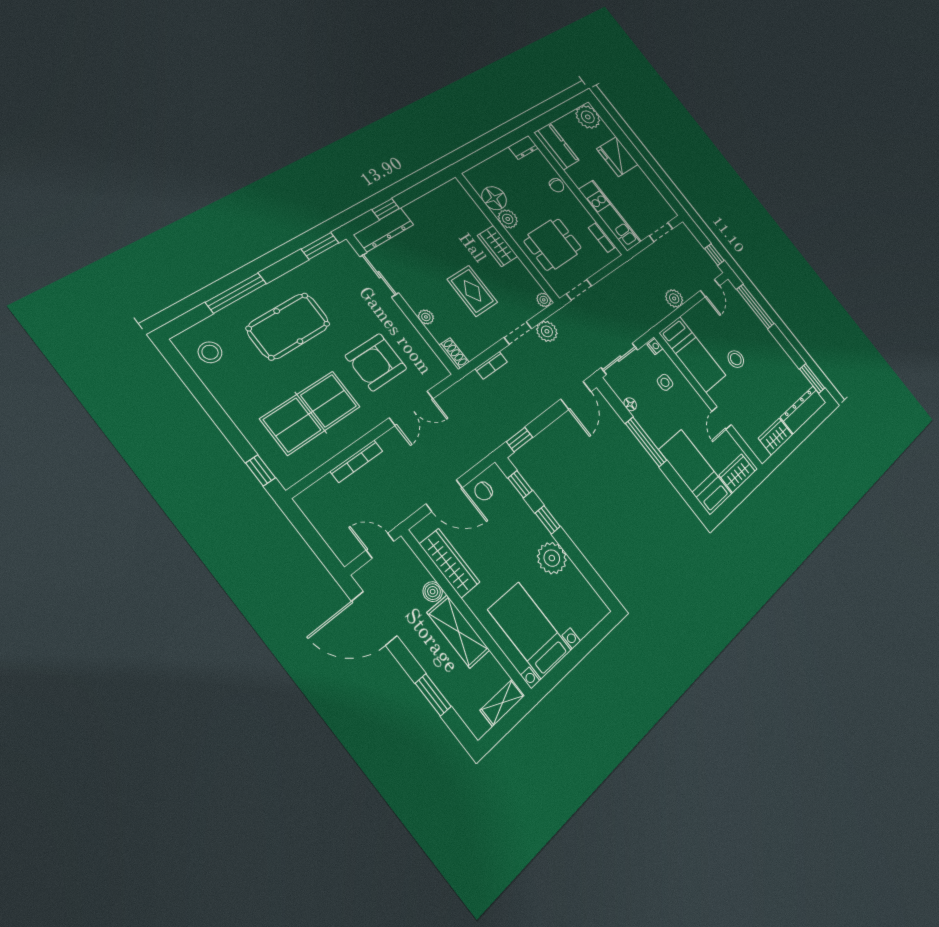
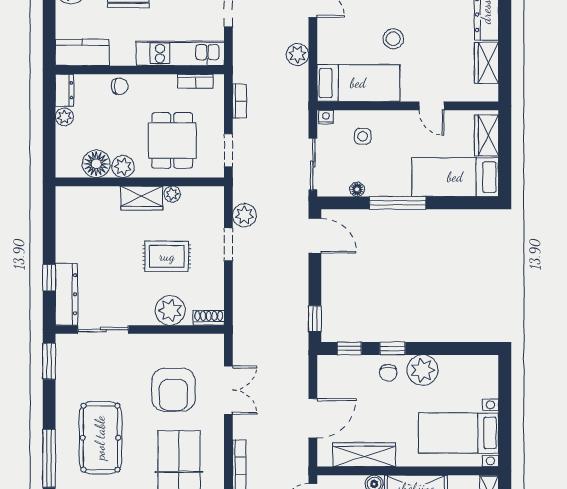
plant: (506, 157) -> (64, 117), added
plant: (544, 300) -> (172, 194), moved
plant: (426, 317) -> (170, 310), width x1.87, depth x1.87
bookcase: (491, 365) -> (239, 101), moved
chair: (483, 491) -> (388, 373), moved

